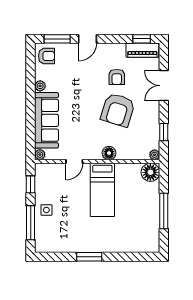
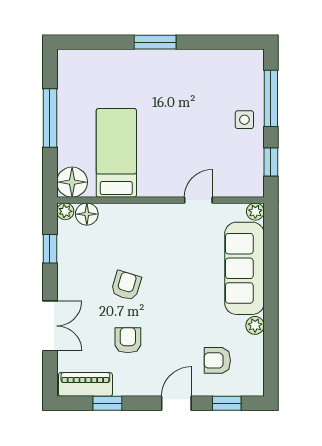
window: (57, 39) -> (227, 403), width x0.67
window: (142, 39) -> (107, 403), moved
armchair: (46, 56) -> (217, 360), moved
armchair: (118, 110) -> (126, 286), width x0.53, depth x0.53
floor lamp: (109, 153) -> (87, 214), moved
bed: (102, 190) -> (116, 153), moved
window: (89, 257) -> (155, 42), moved

